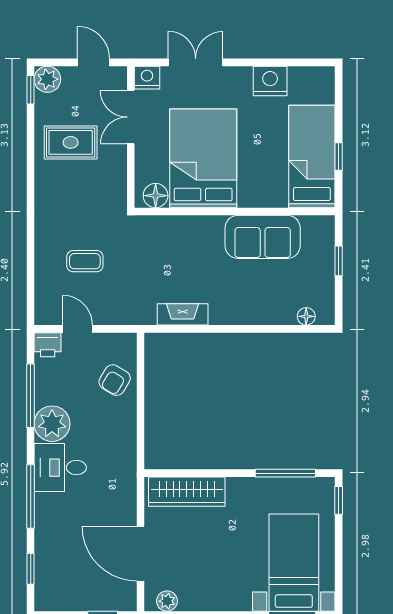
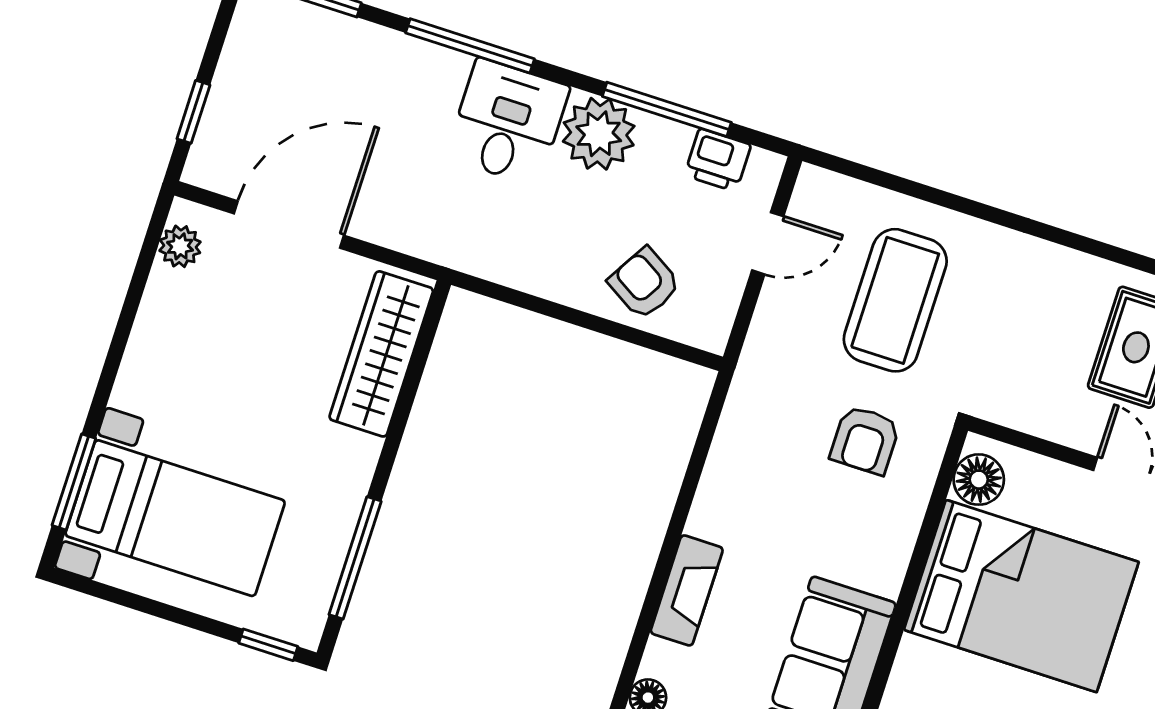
armchair: (154, 254) -> (865, 440), added
coffee table: (85, 261) -> (895, 300), width x1.86, depth x1.72
fireplace: (183, 314) -> (687, 590), moved
printer: (48, 345) -> (718, 160), moved, turned -90

